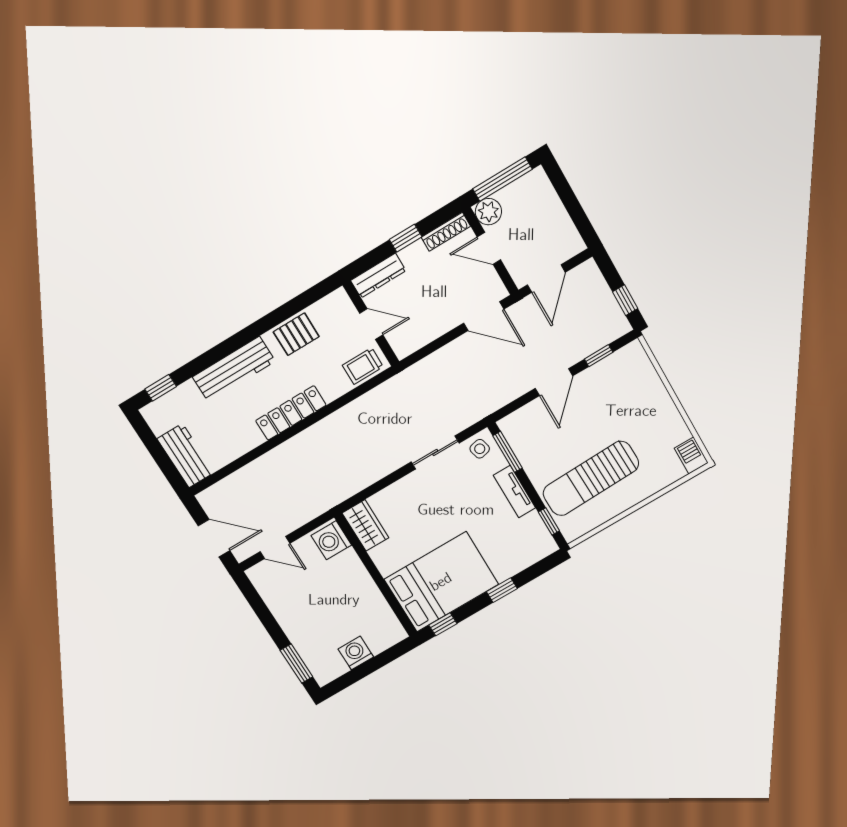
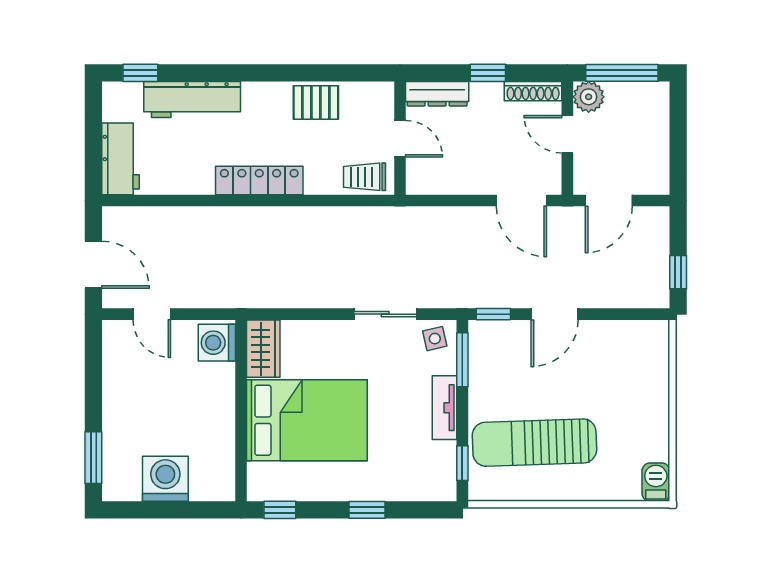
window: (599, 356) -> (493, 314), moved
workbench: (234, 369) -> (192, 99), moved
bed: (441, 582) -> (307, 420), moved
washing machine: (356, 653) -> (165, 479), width x1.37, depth x1.37

